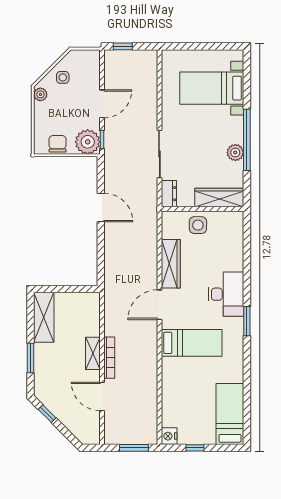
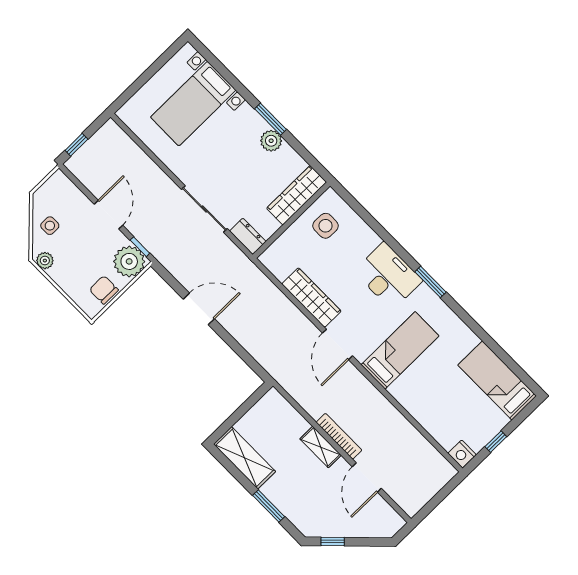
window: (247, 140) -> (271, 119), width x0.47
side table: (198, 225) -> (326, 226), moved
door: (102, 396) -> (367, 478), hinge flipped
window: (134, 448) -> (441, 496), removed

